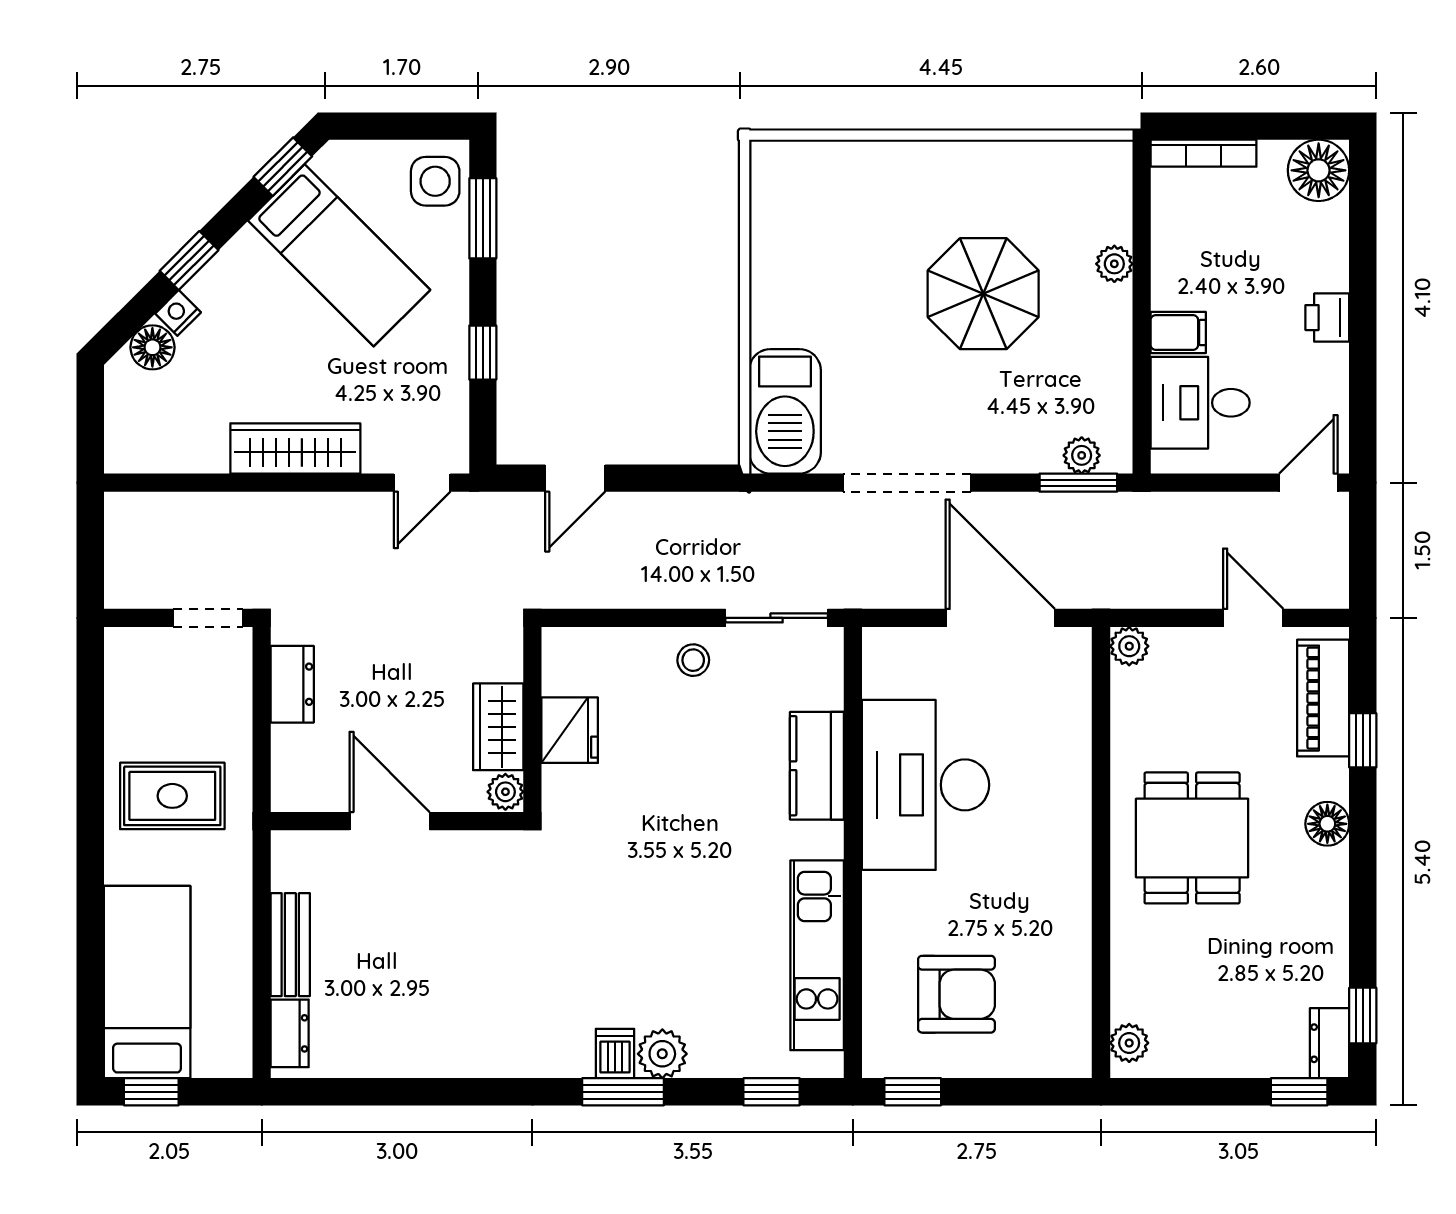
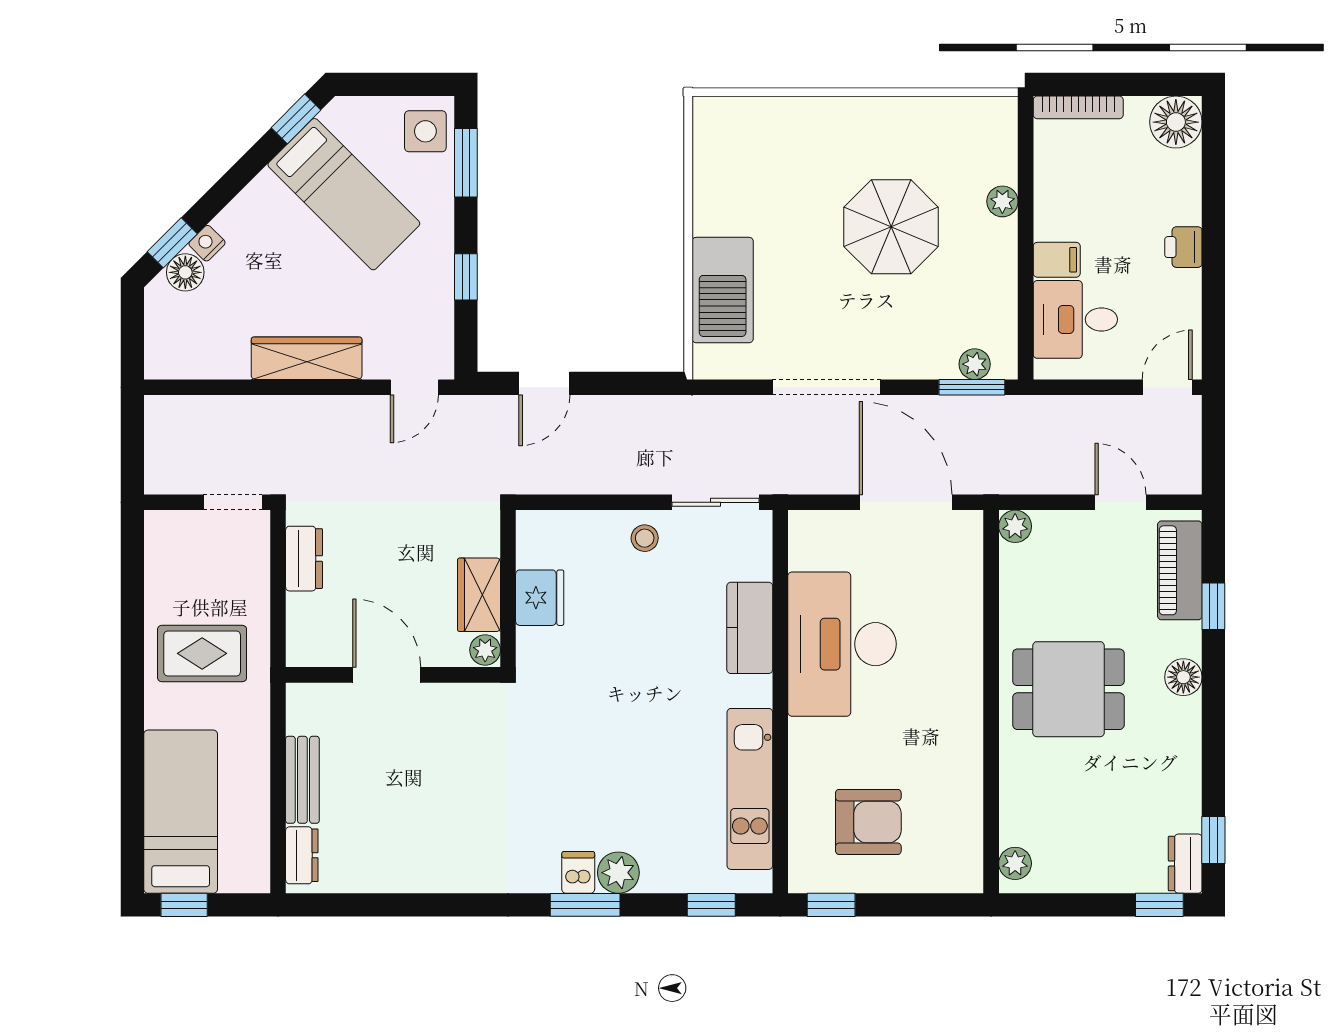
window: (189, 260) -> (172, 243), moved
barbecue: (785, 411) -> (723, 290), moved
dining table: (1192, 838) -> (1068, 689), turned 90

